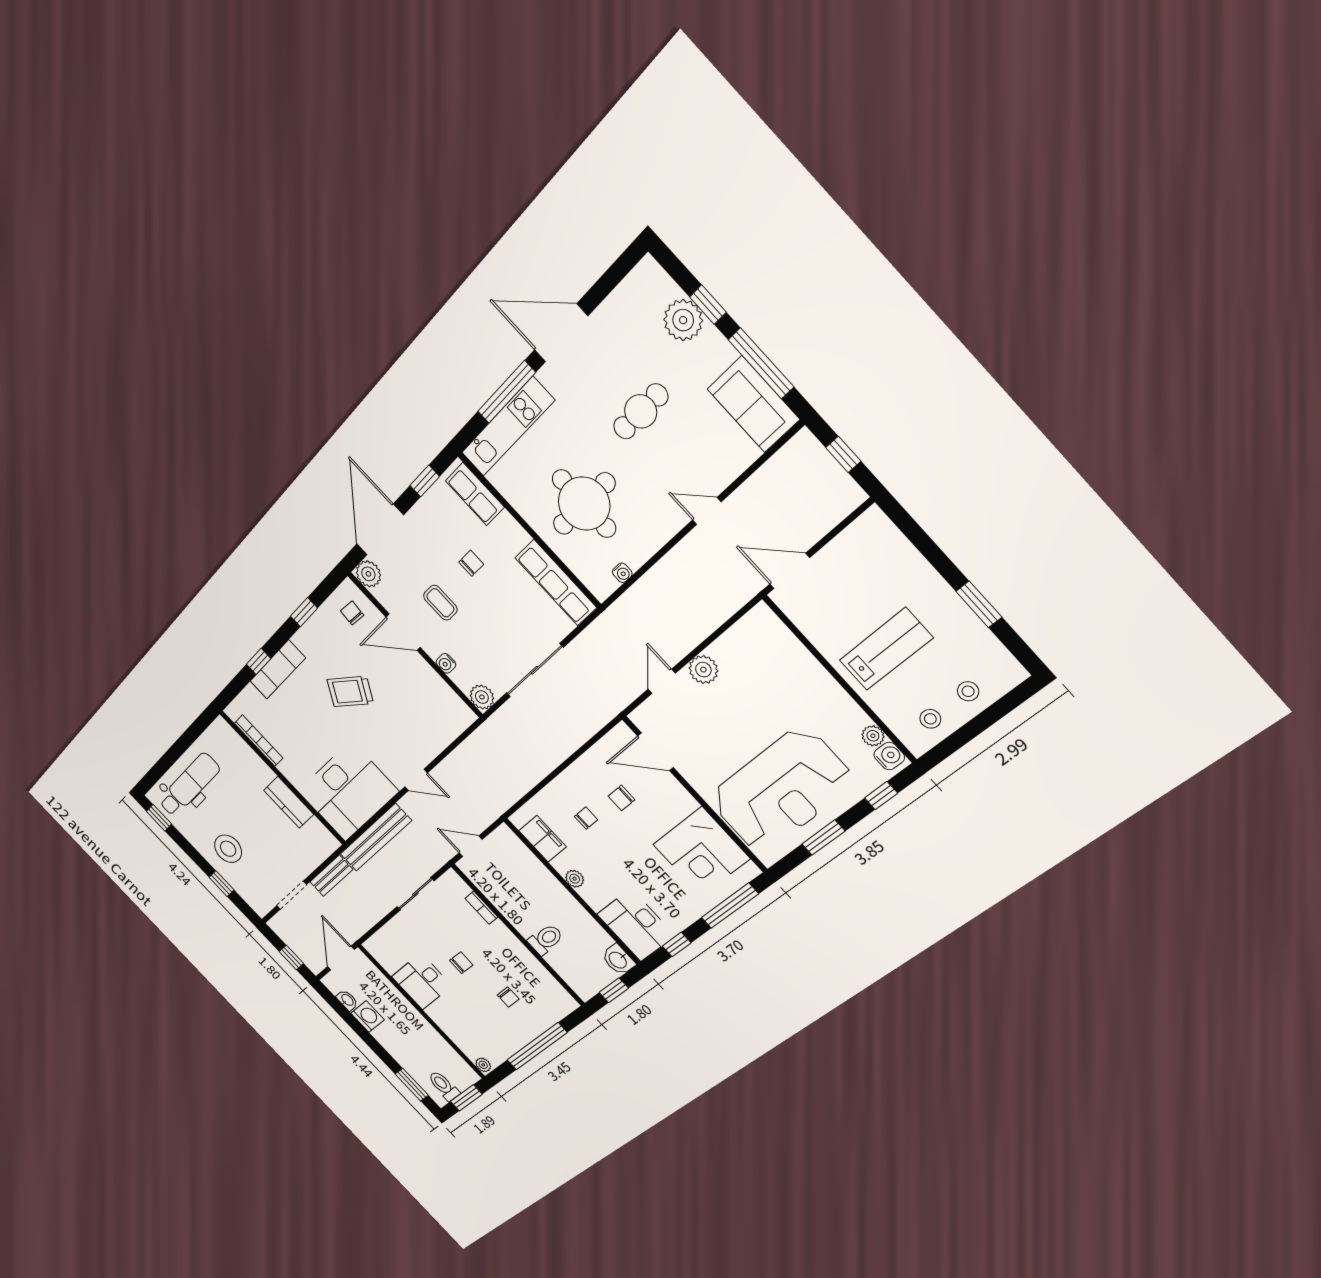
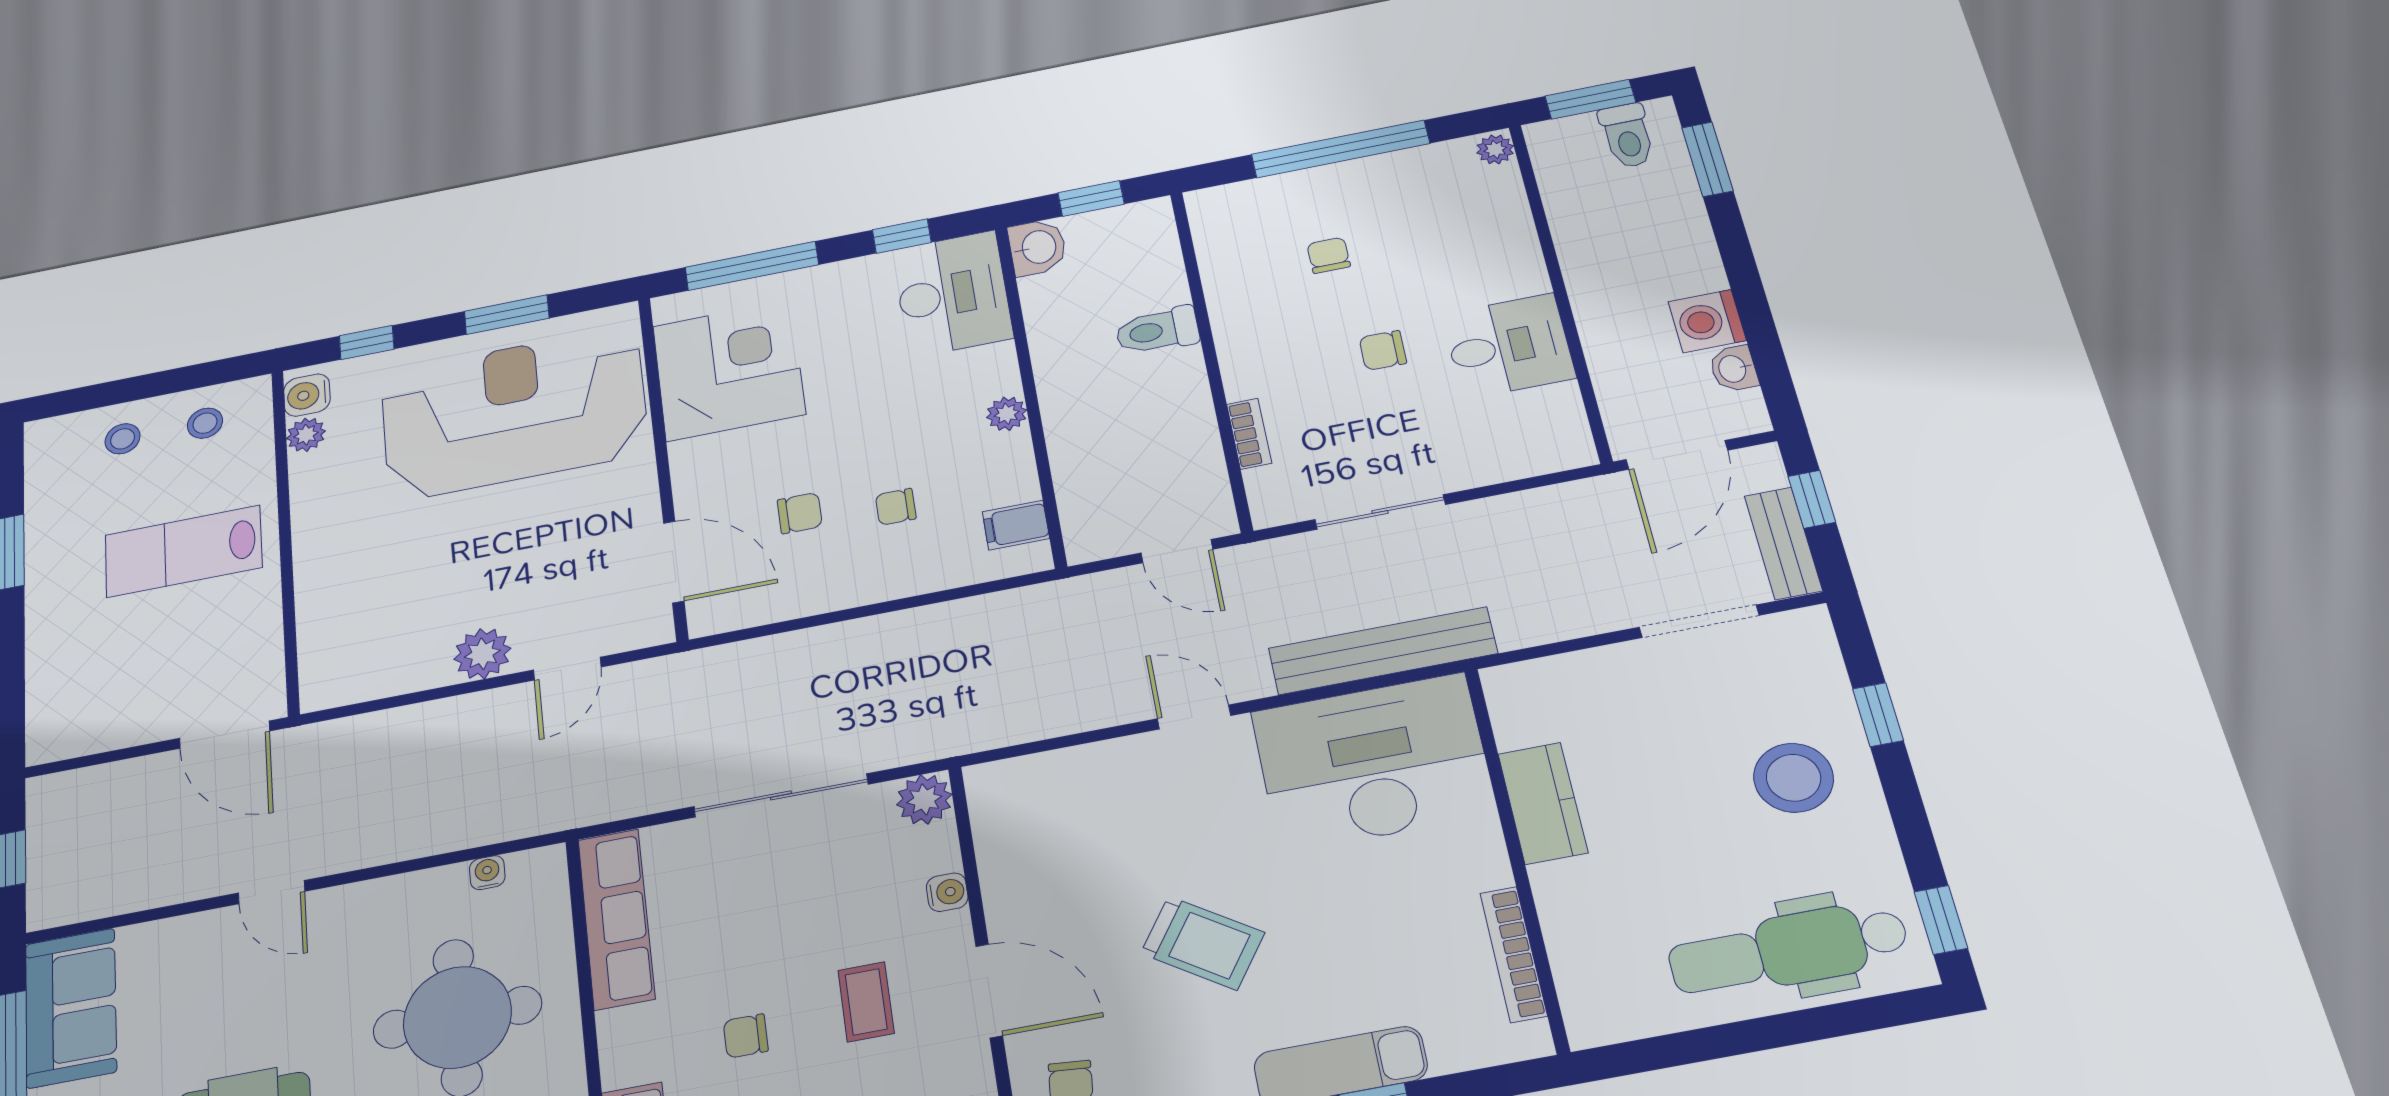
filing cabinet: (543, 839) -> (1016, 525), width x0.50
bench: (331, 876) -> (1783, 543), moved, turned 90

